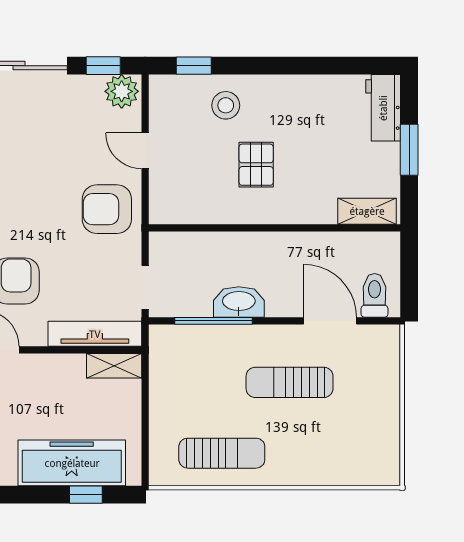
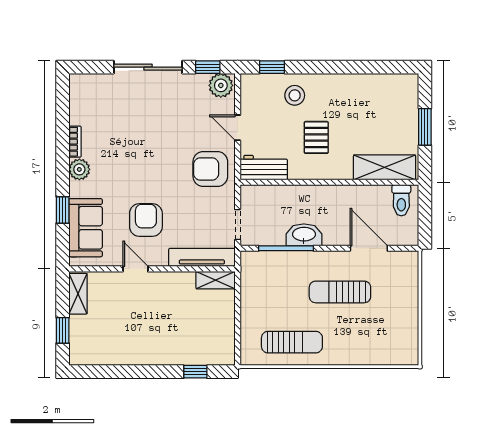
workbench: (383, 108) -> (264, 168), moved, turned 90
shelving: (367, 211) -> (385, 167), width x1.50, depth x1.33
toilet: (375, 295) -> (401, 200), moved, turned 180
freezer: (72, 463) -> (185, 349), removed

